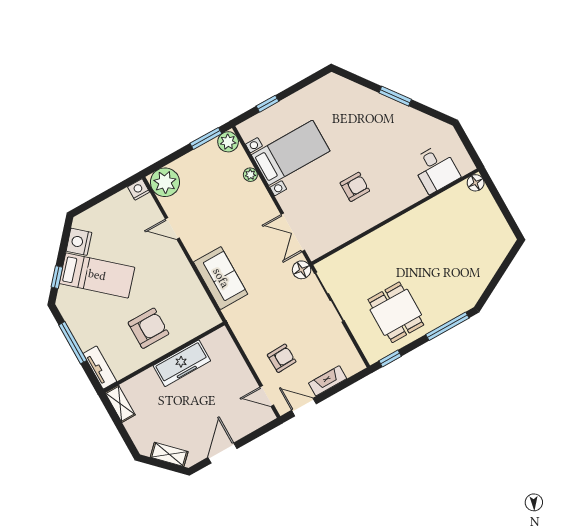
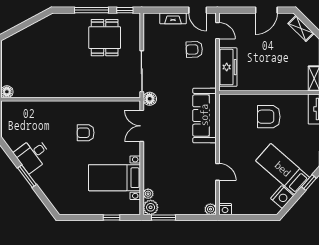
desk: (436, 169) -> (33, 155), moved, turned -127
plant: (250, 175) -> (148, 194), moved
plant: (165, 182) -> (210, 209), width x0.53, depth x0.53
double door: (293, 232) -> (142, 126), swing flipped
sofa: (221, 278) -> (204, 115), width x1.36
window: (447, 326) -> (91, 10), moved
freezer: (182, 363) -> (228, 67), moved, turned 90

